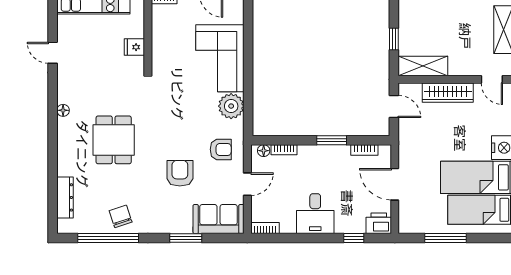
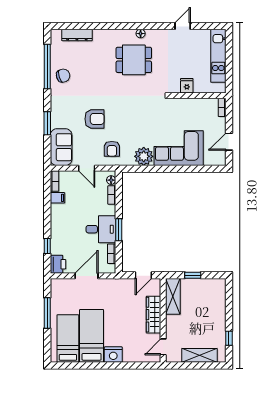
dining table: (114, 140) -> (134, 60), moved
desk: (315, 214) -> (101, 229), moved, turned 180
filing cabinet: (288, 224) -> (58, 198), added

